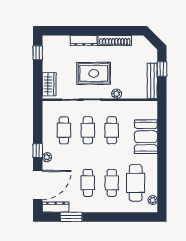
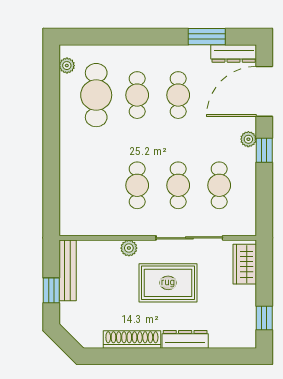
booth: (146, 137) -> (79, 174), removed

